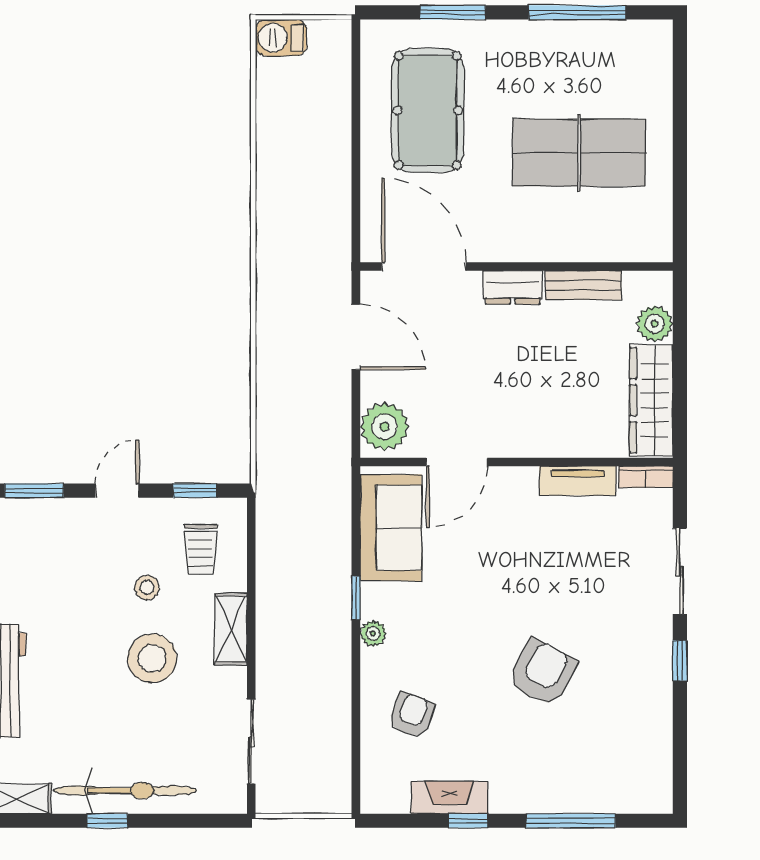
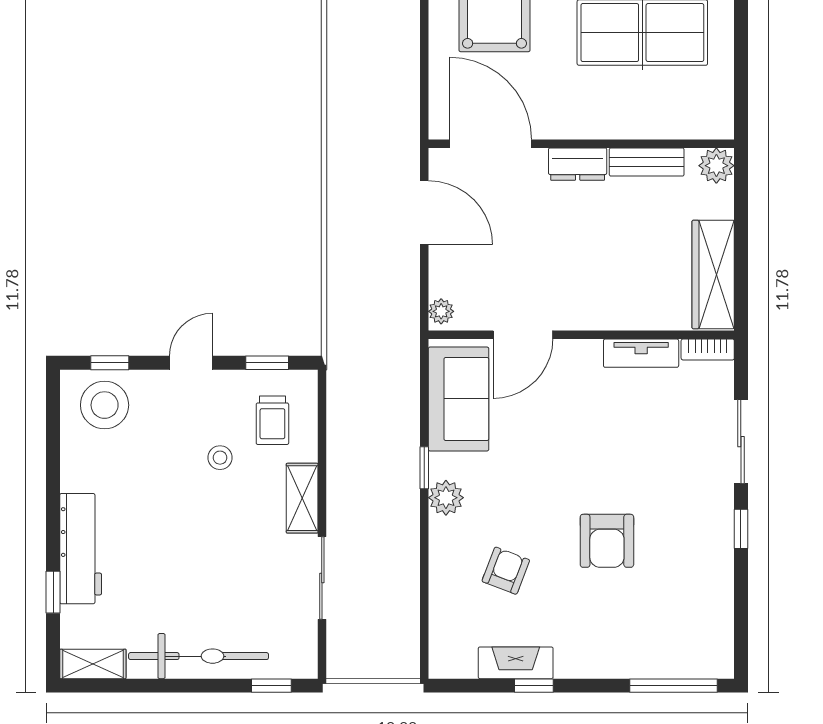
plant: (655, 324) -> (716, 166), moved
plant: (384, 427) -> (441, 311), width x0.53, depth x0.53
window: (34, 491) -> (110, 363), width x0.67
plant: (373, 633) -> (446, 498), width x1.38, depth x1.38
stool: (152, 658) -> (105, 405), moved
armchair: (543, 673) -> (607, 541), turned 152
armchair: (412, 715) -> (506, 571), moved
sliding door: (251, 742) -> (322, 578), moved
window: (107, 821) -> (271, 686), moved
window: (571, 821) -> (674, 686), moved

